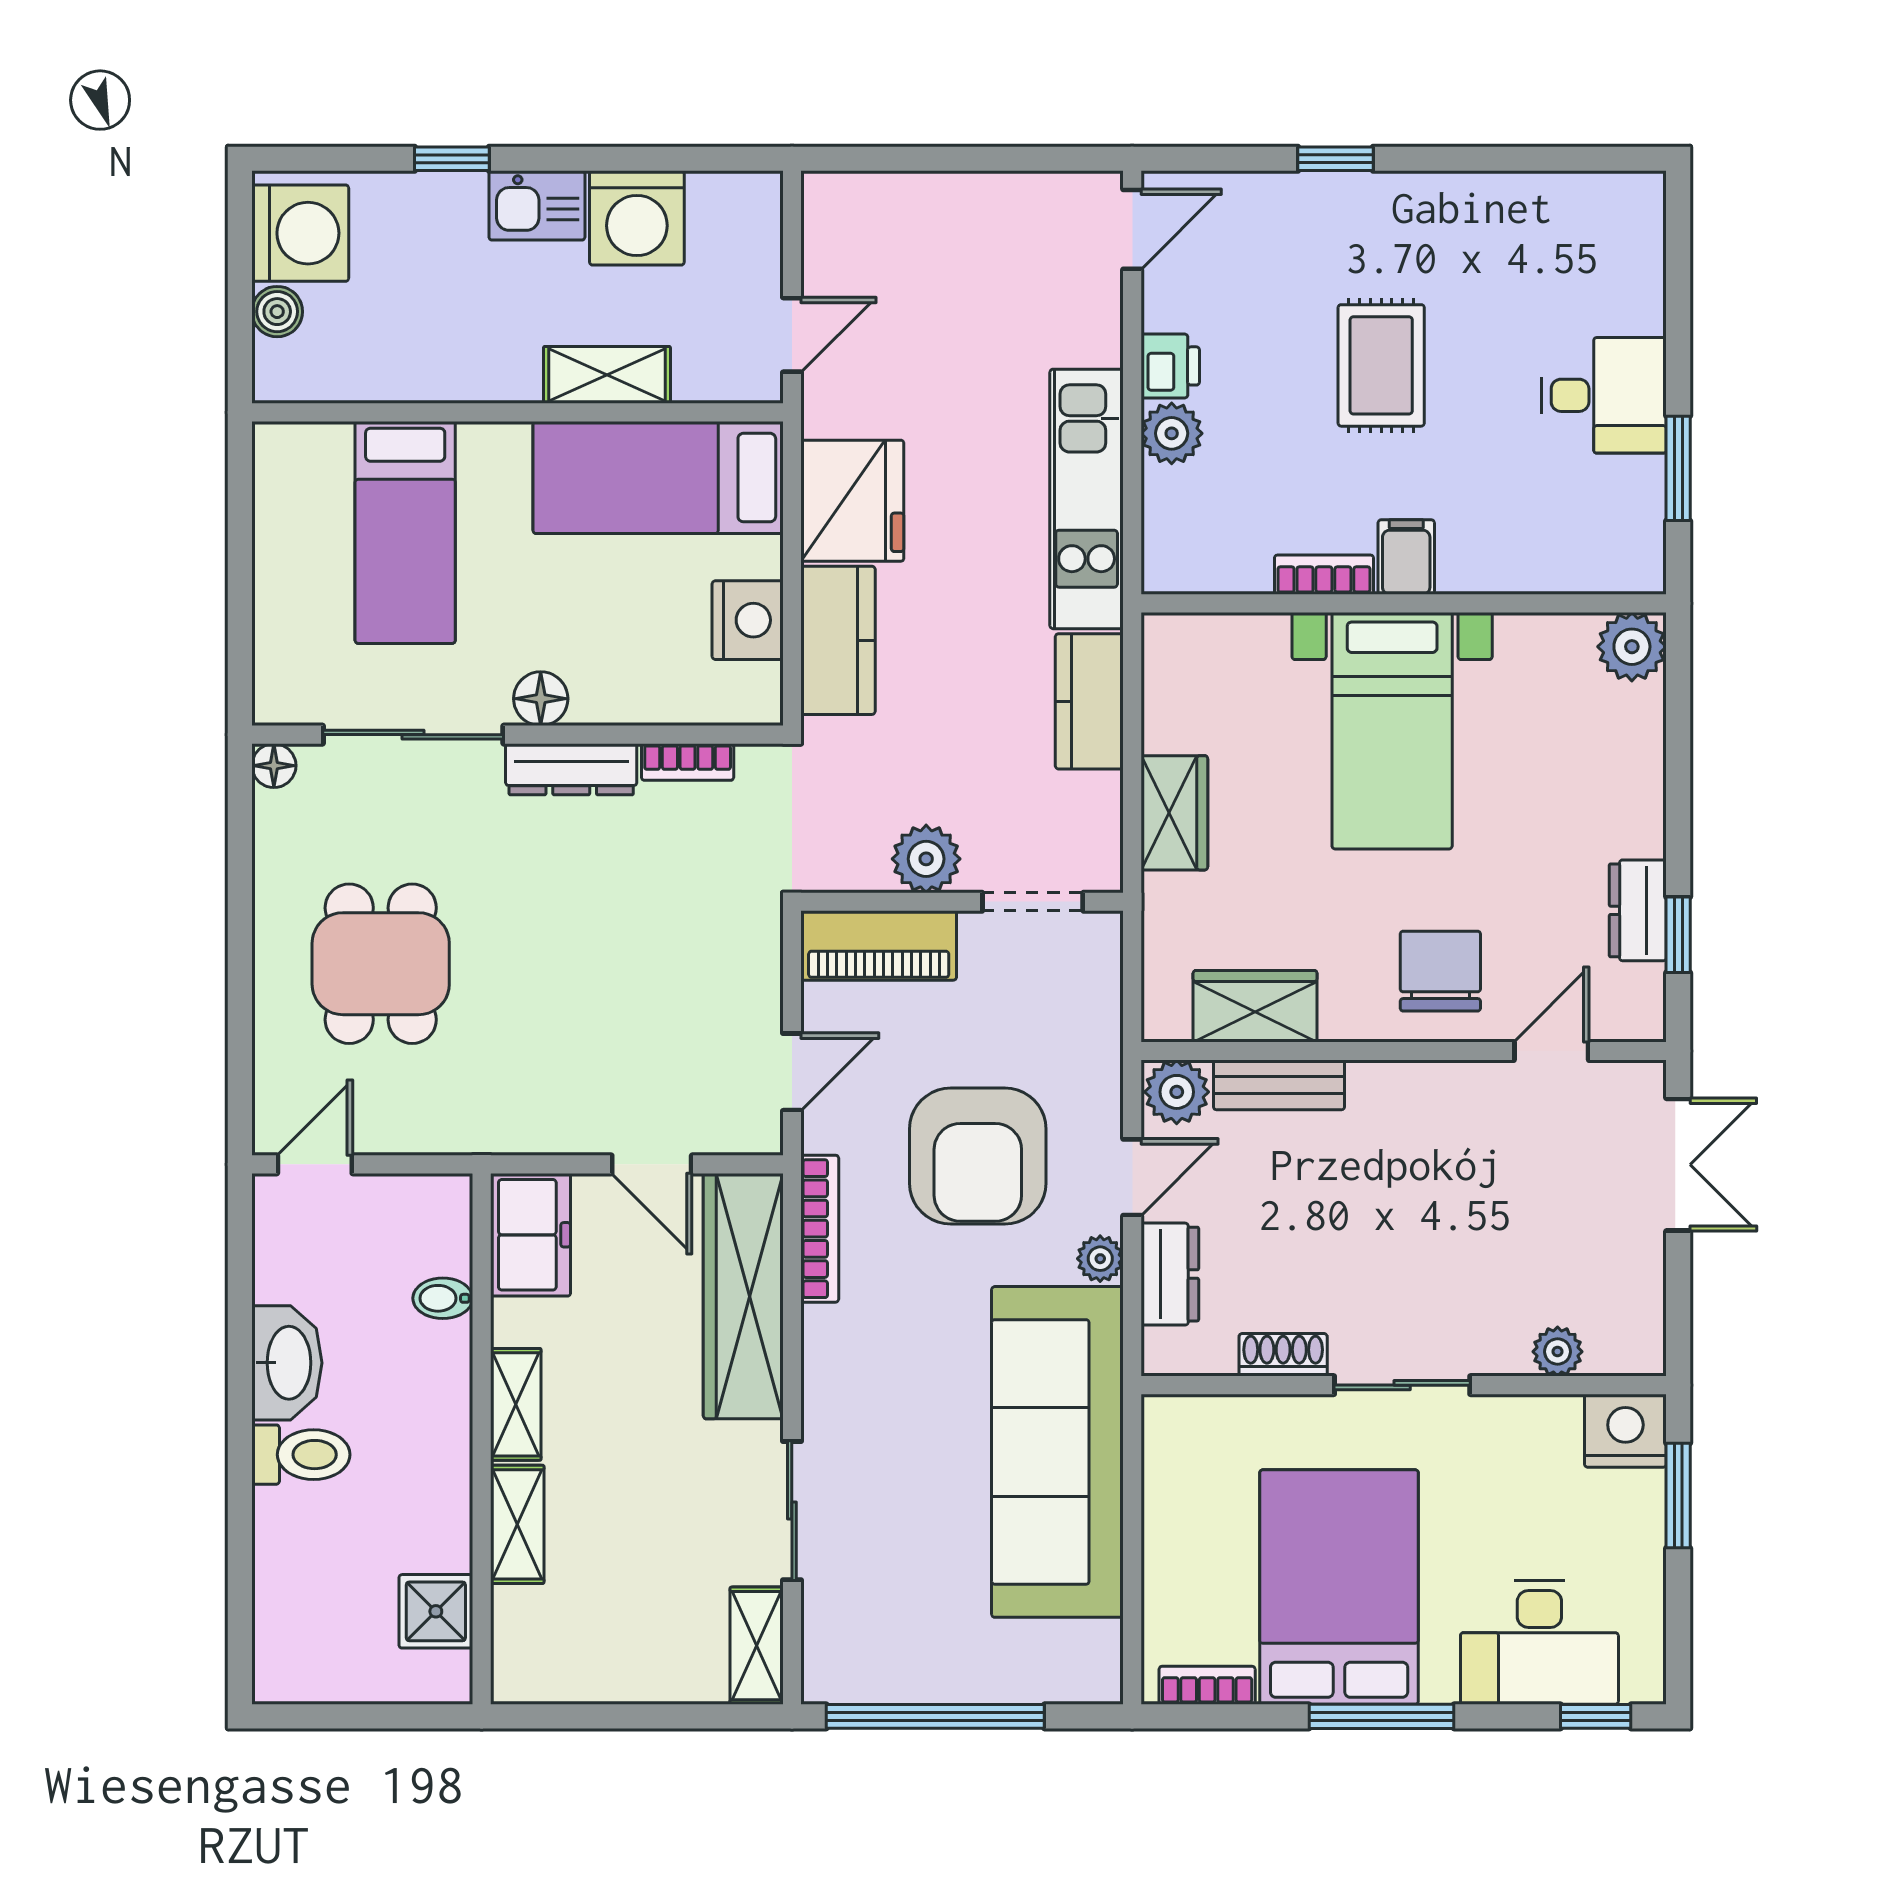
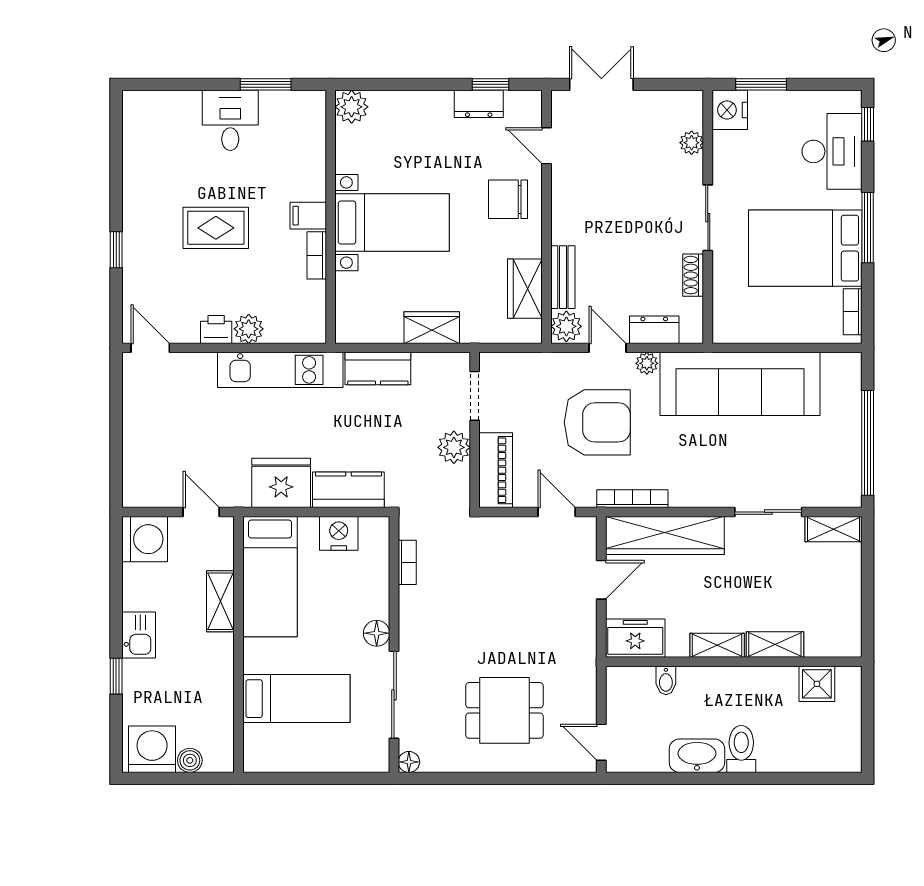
washing machine: (637, 218) -> (145, 539), moved
dresser: (571, 769) -> (411, 619), removed

